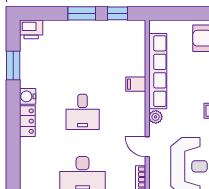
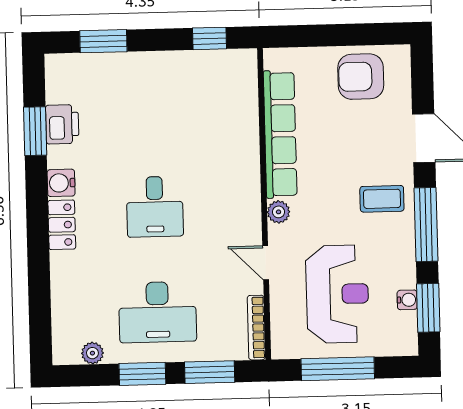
window: (82, 13) -> (103, 41), moved
printer: (31, 29) -> (62, 124), moved, turned -90
filing cabinet: (136, 84) -> (244, 157), removed

